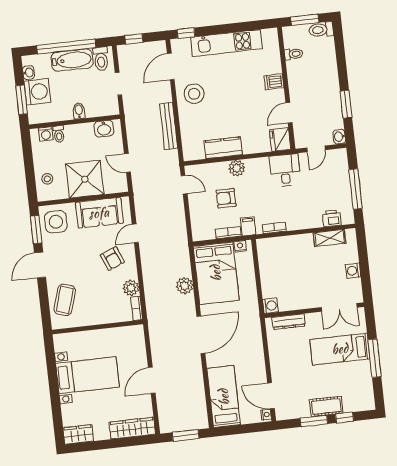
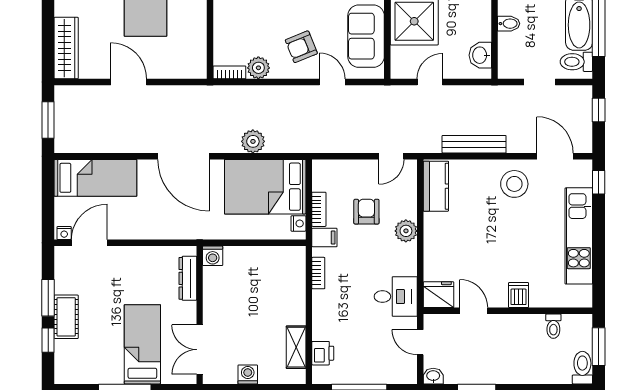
kitchen counter: (223, 148) -> (436, 186), moved

